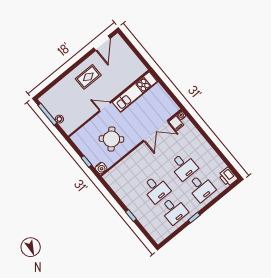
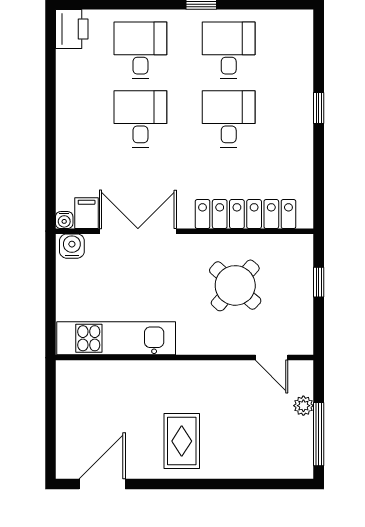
rug: (88, 77) -> (182, 441), turned 90
door: (105, 107) -> (272, 358), moved
locker: (127, 164) -> (245, 214), added
water cooler: (101, 168) -> (72, 246), moved

